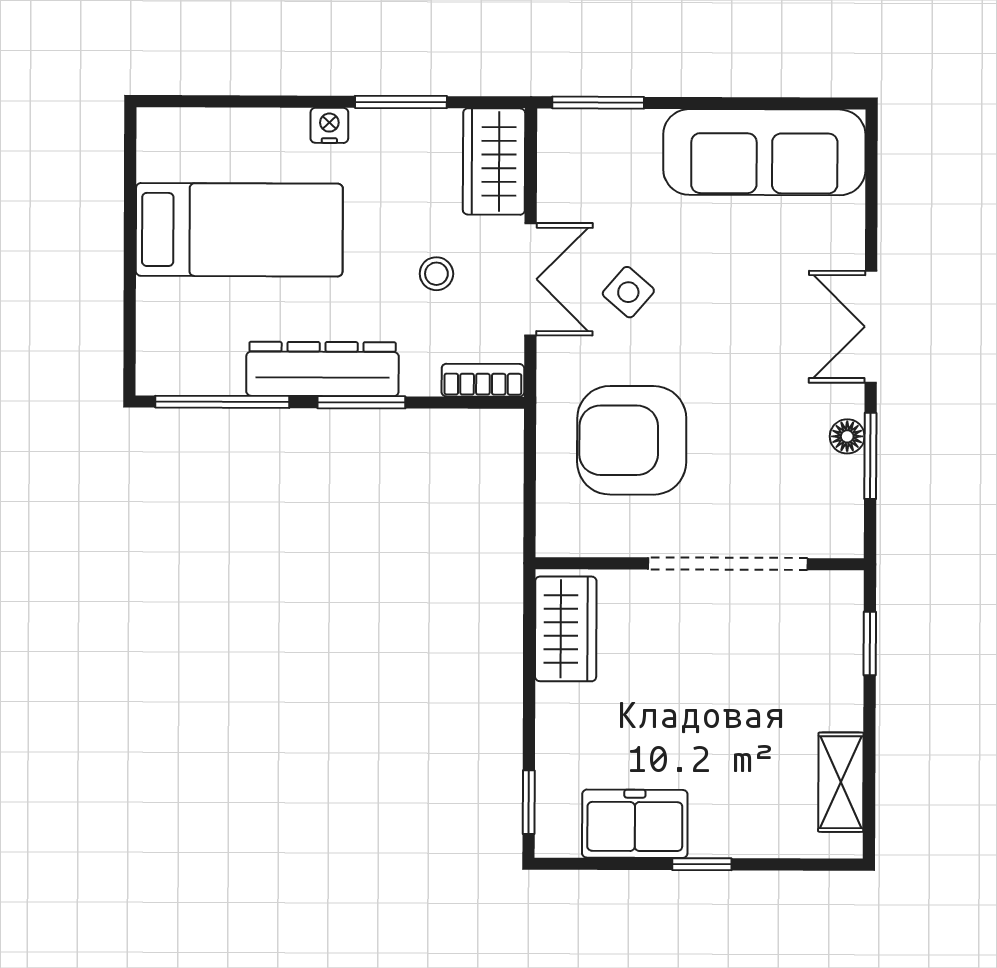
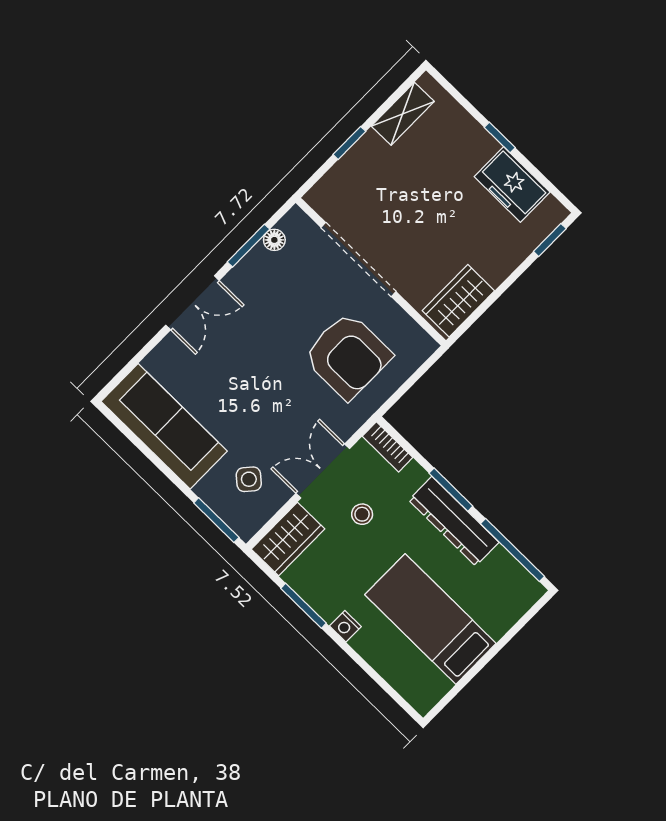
side table: (628, 292) -> (249, 479), moved
floor lamp: (847, 436) -> (274, 240), moved
window: (870, 643) -> (349, 143), moved

